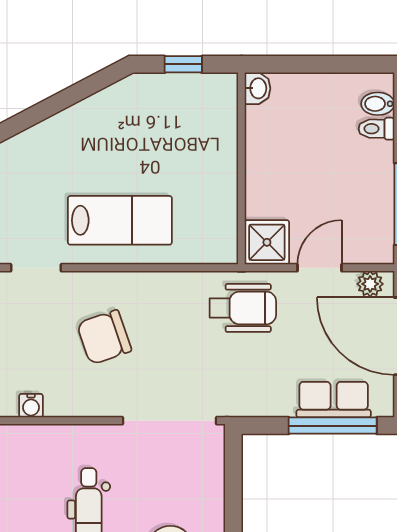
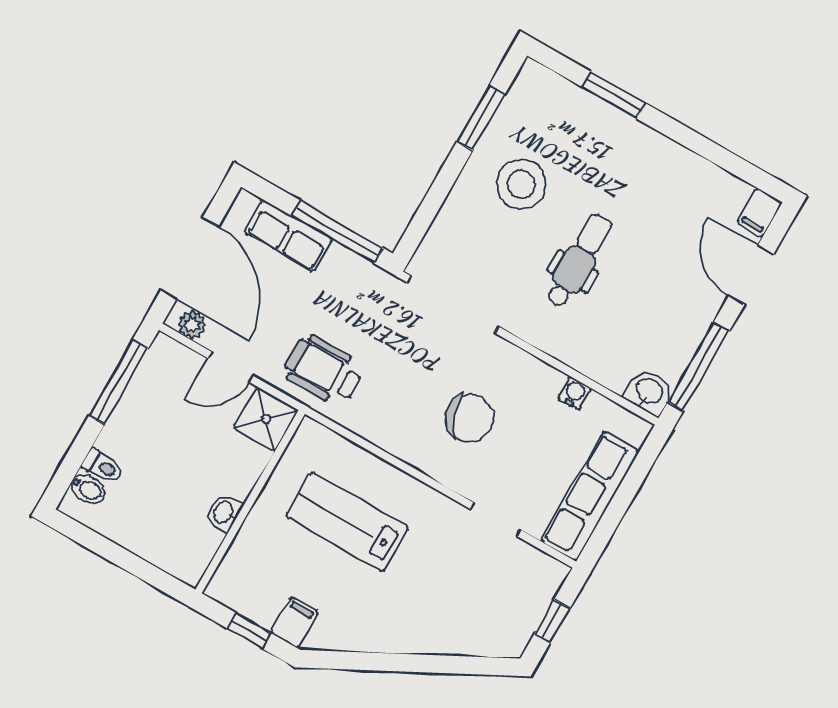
washbasin: (258, 88) -> (224, 513), moved
filing cabinet: (150, 92) -> (295, 623), added
lab bench: (120, 220) -> (347, 522), moved
window: (333, 426) -> (337, 232), moved

